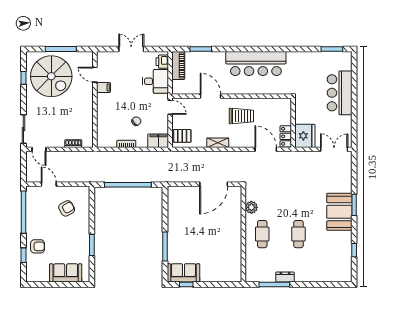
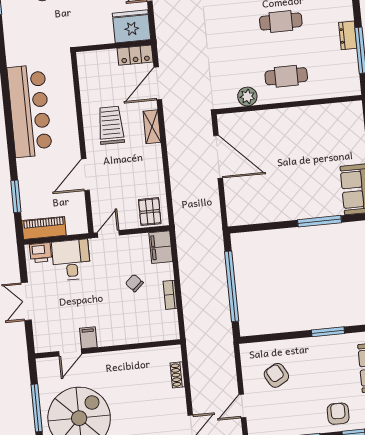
shelving: (218, 143) -> (152, 127), moved

